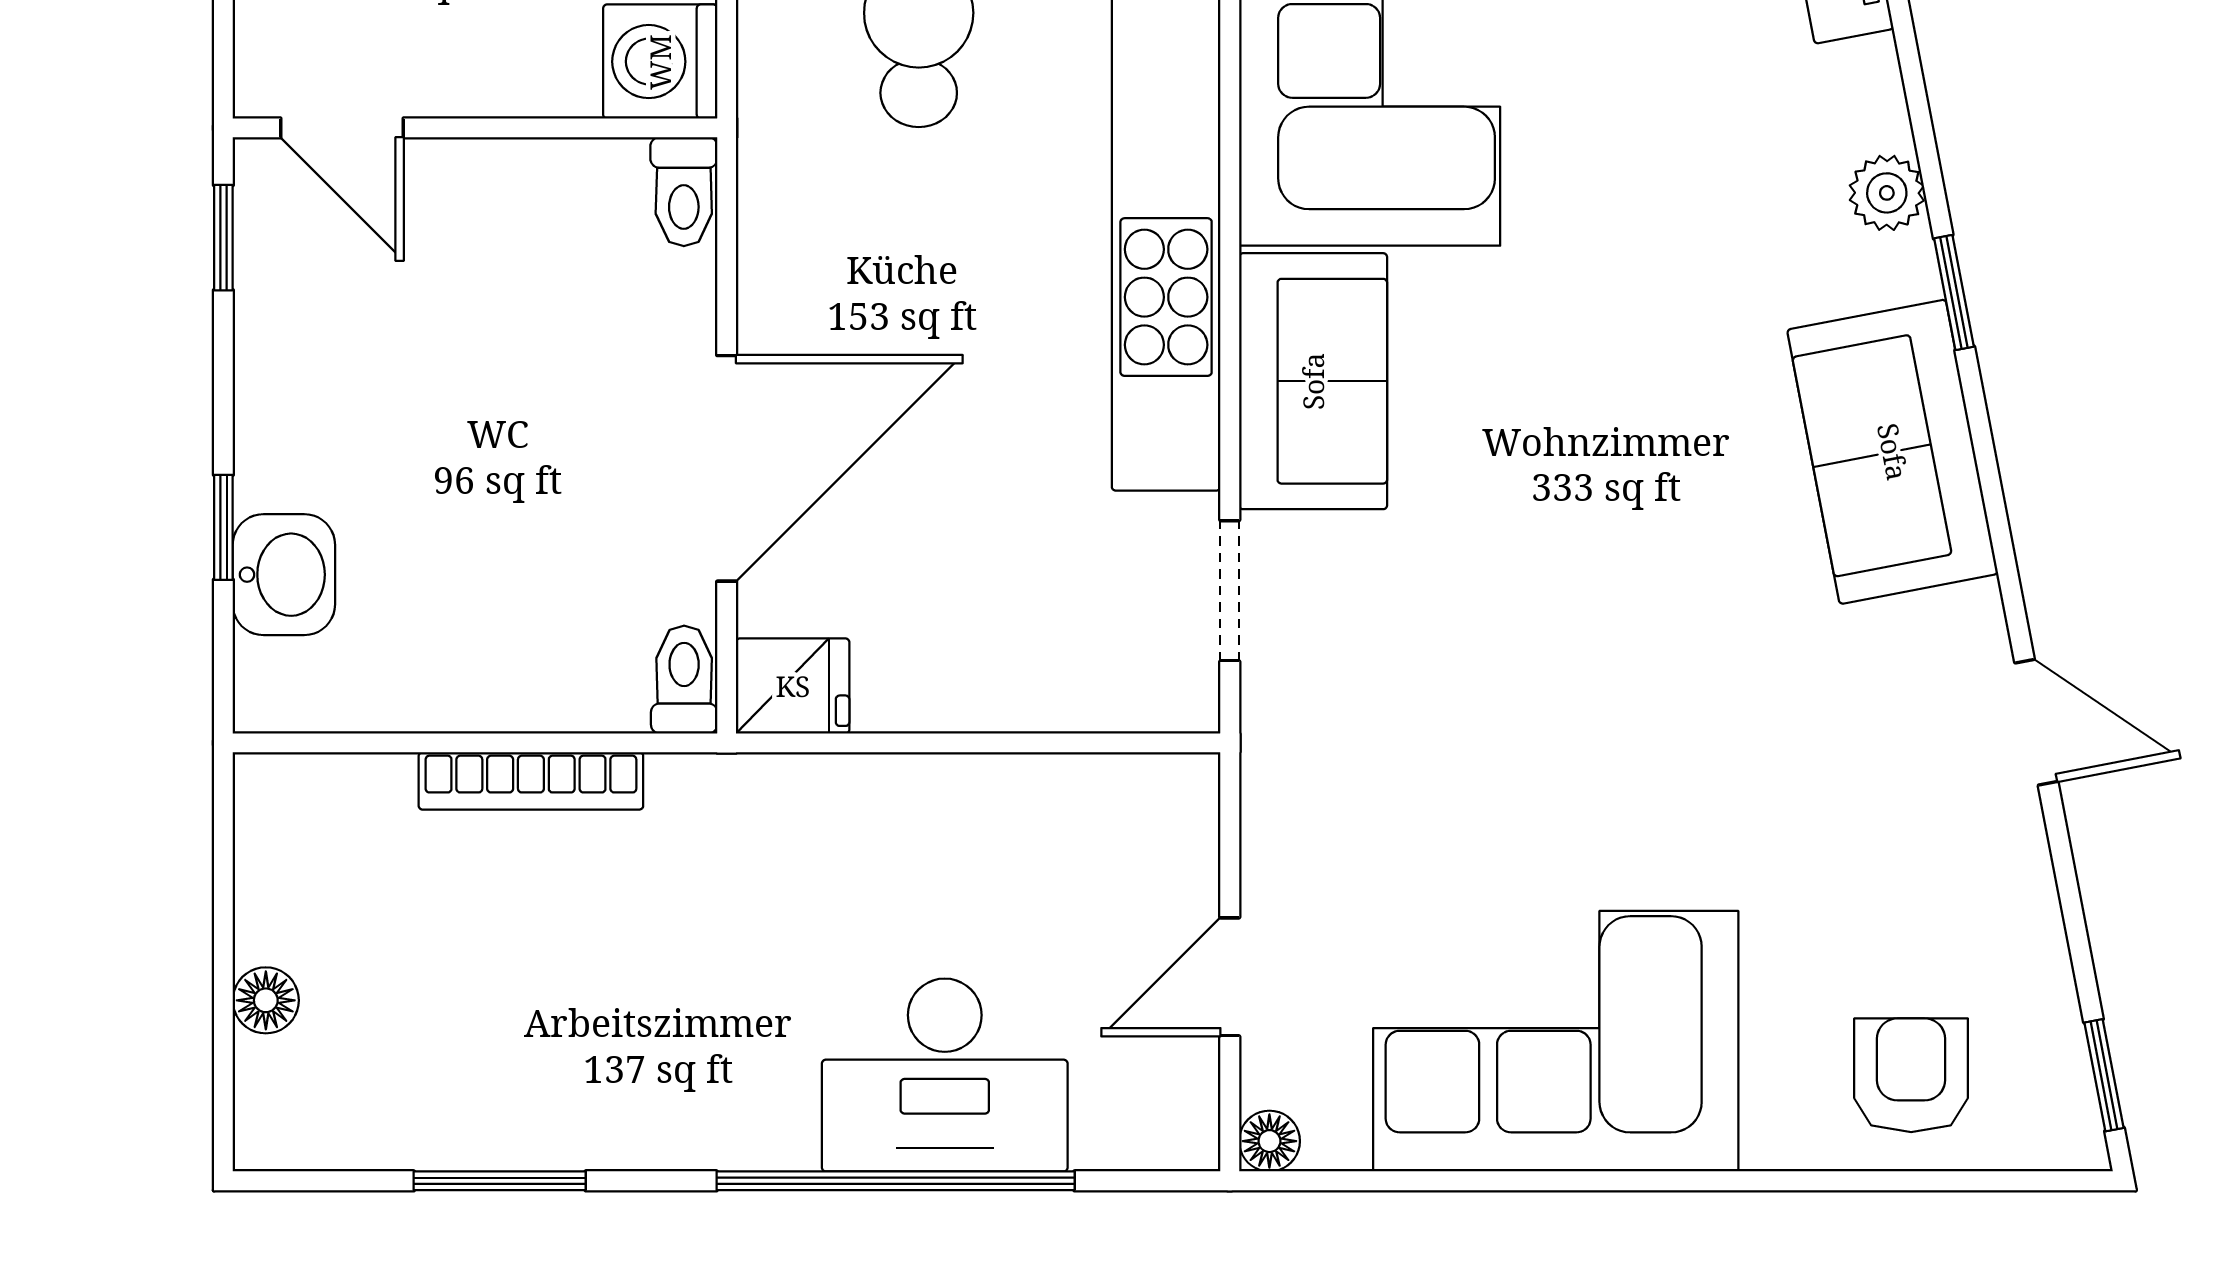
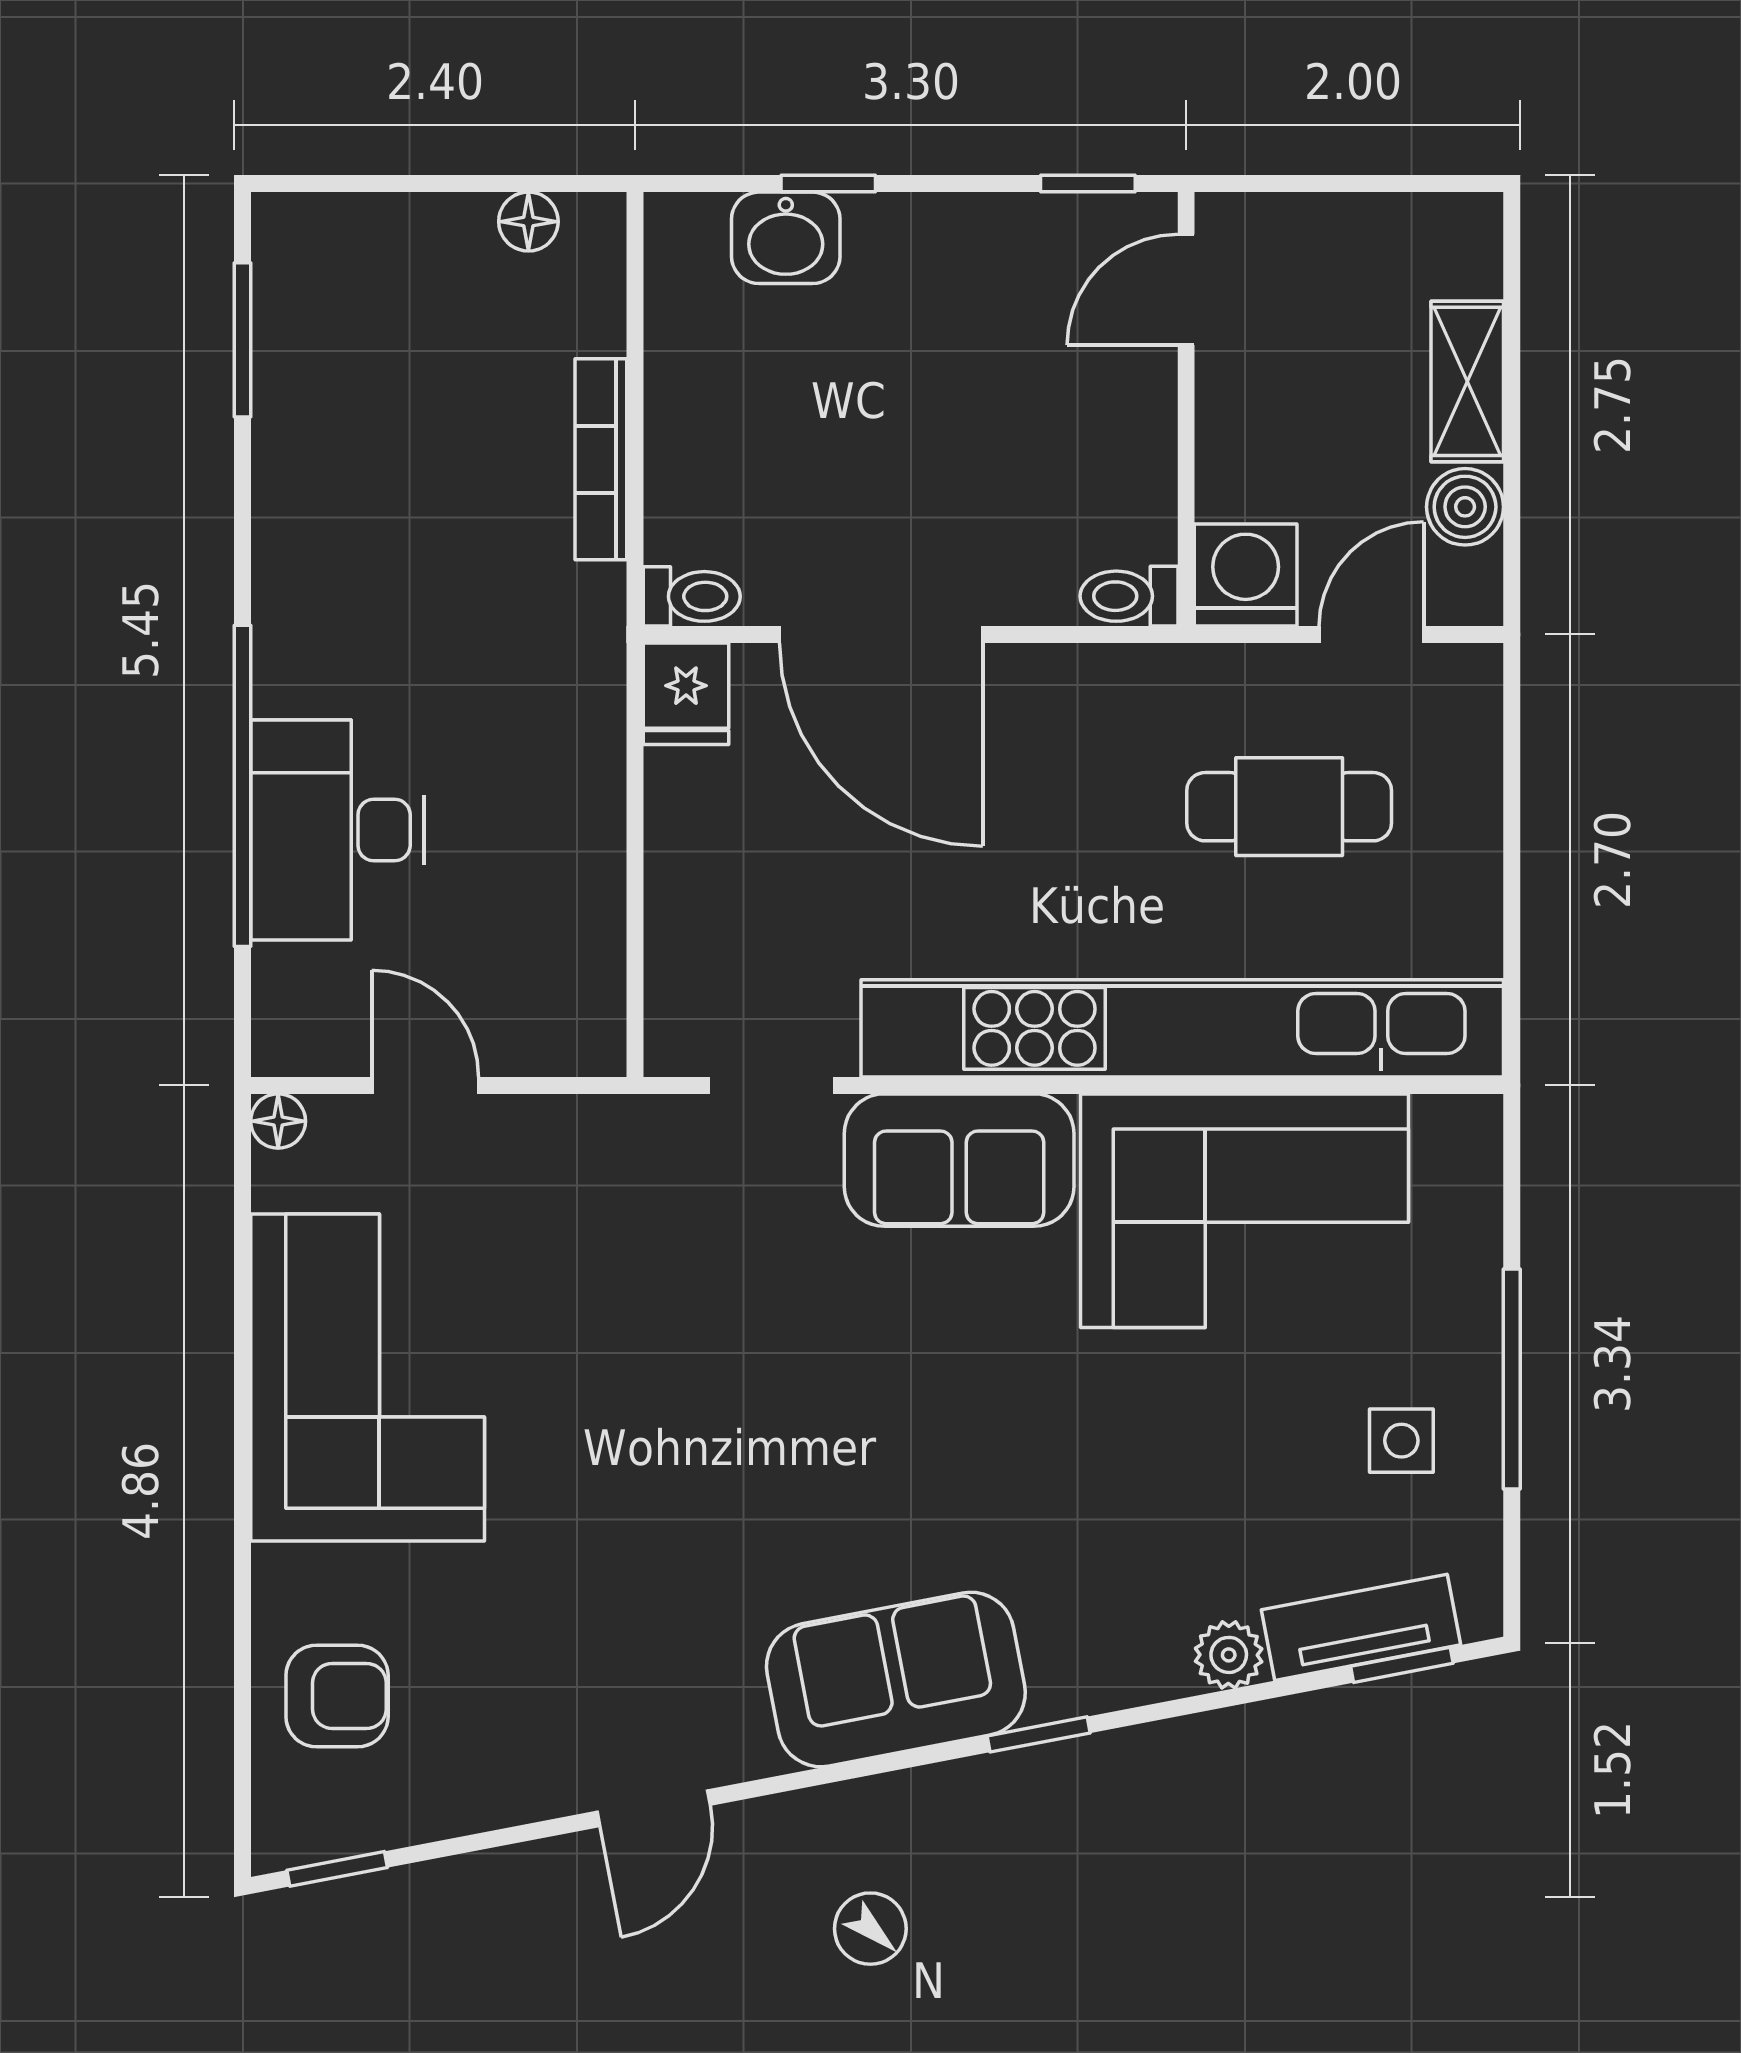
plant: (1887, 193) -> (1229, 1655), moved
floor lamp: (266, 1000) -> (528, 222), moved
window: (500, 1181) -> (243, 340), moved

